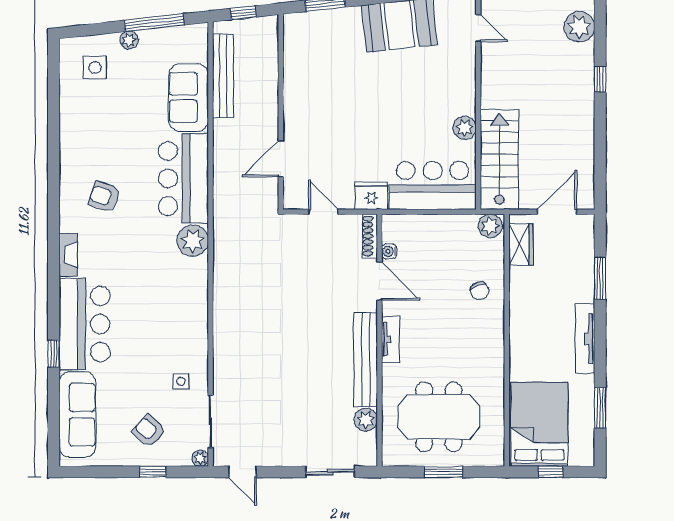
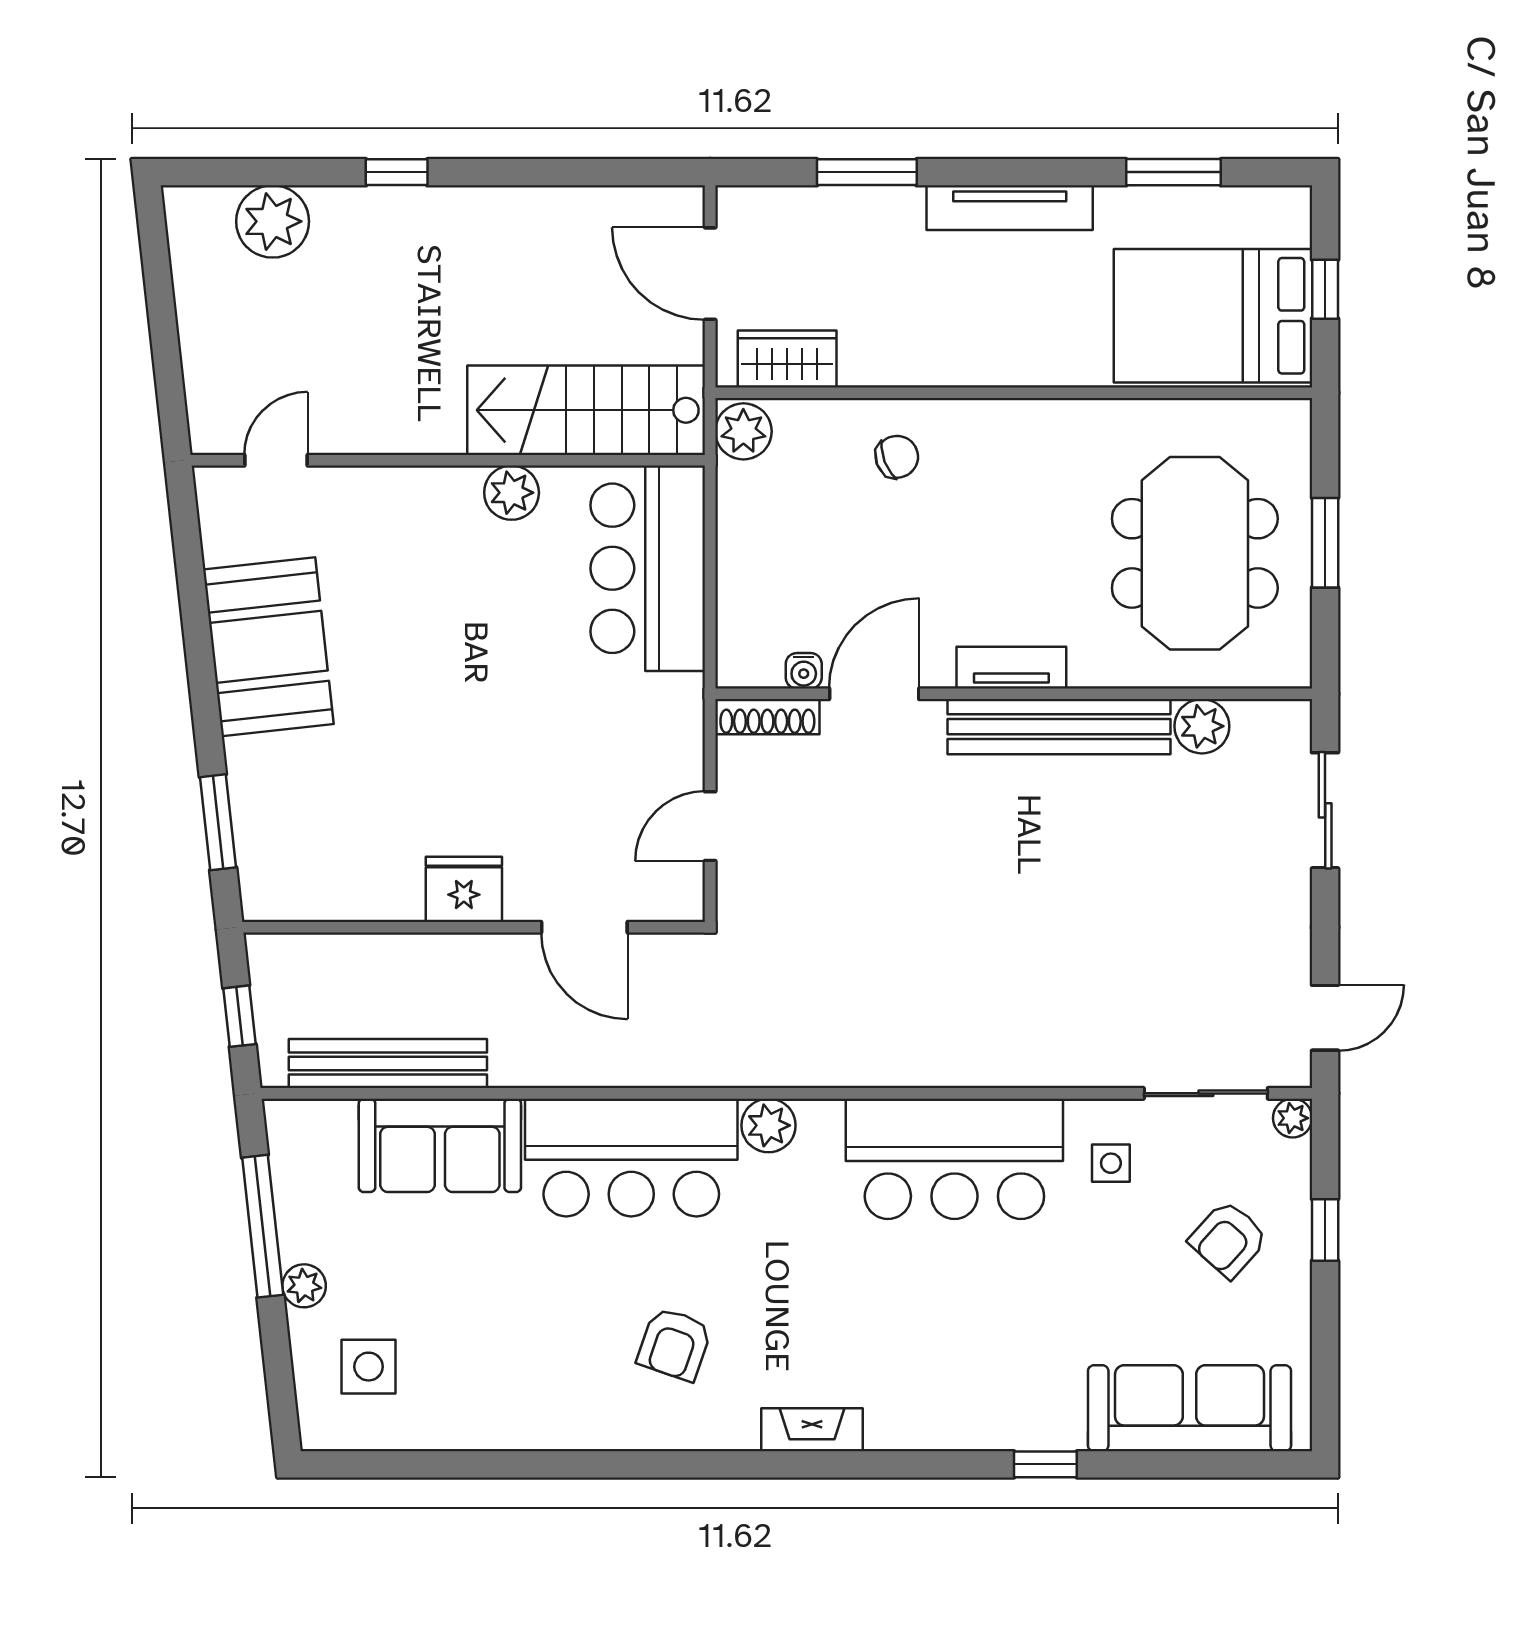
fridge: (371, 196) -> (464, 889), moved, turned 90
plant: (193, 241) -> (769, 1125), width x0.73, depth x0.73
bar counter: (85, 324) -> (954, 1159), moved, turned 180

